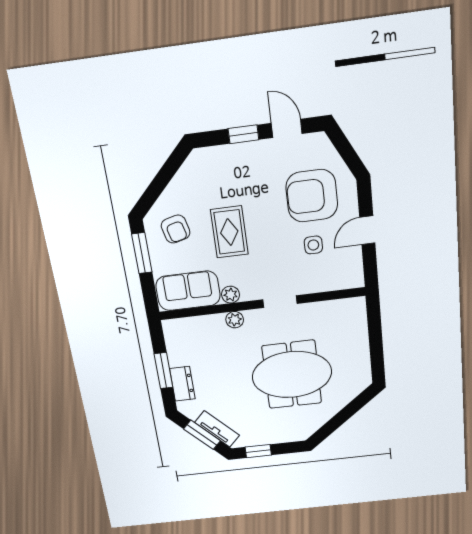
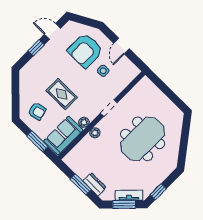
window: (142, 253) -> (37, 141), moved

